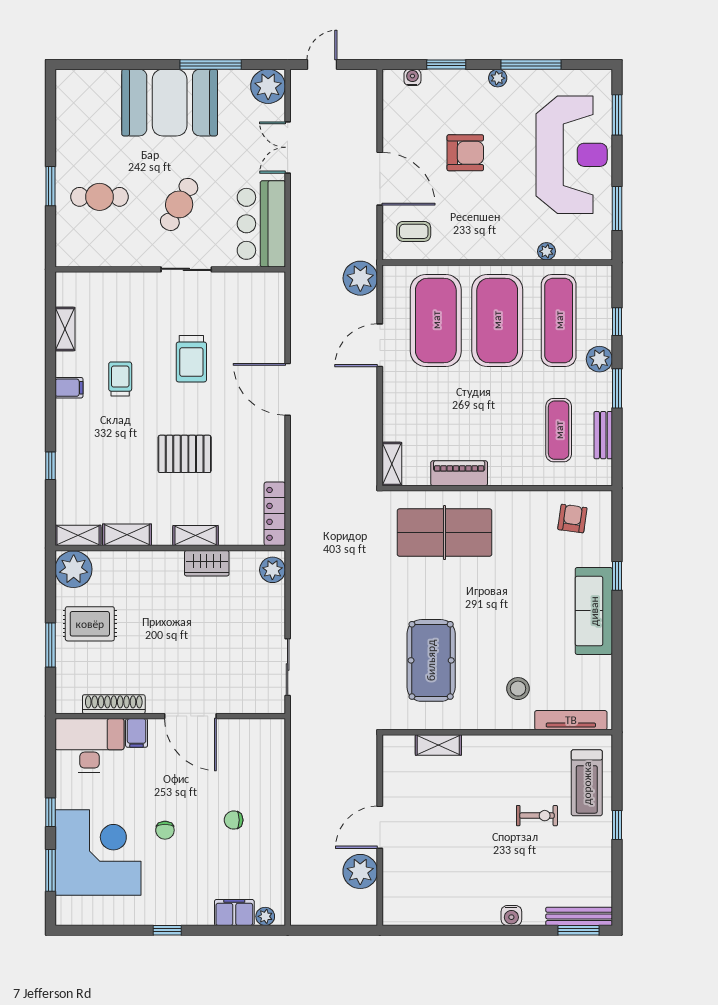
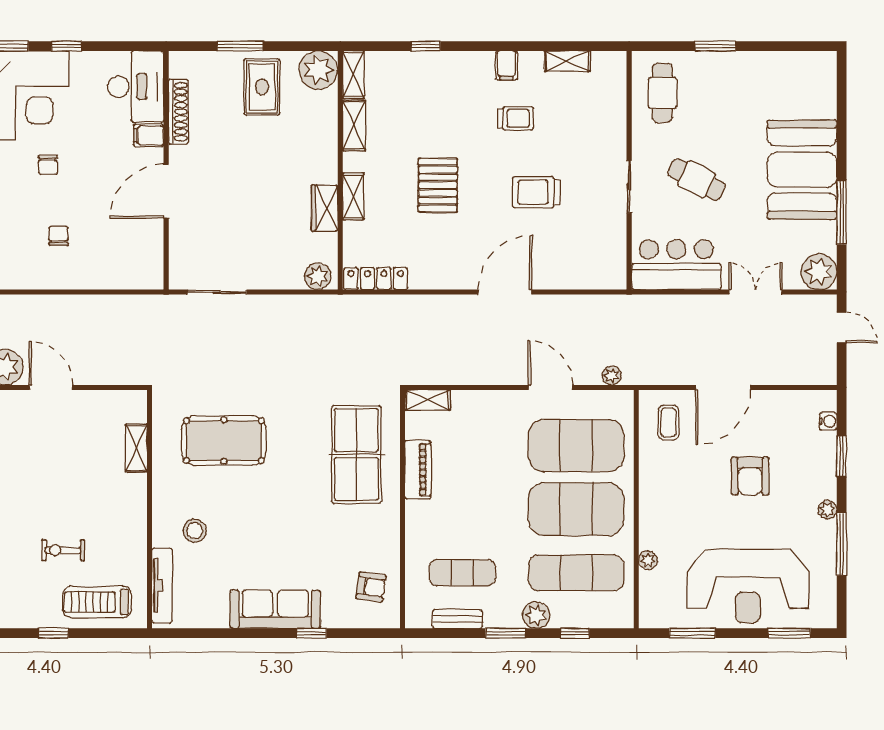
cafe table: (99, 197) -> (662, 93), moved
plant: (360, 278) -> (612, 376), width x0.53, depth x0.53
exercise bike: (537, 816) -> (63, 550), turned 90
chair: (165, 830) -> (48, 165), turned -90

